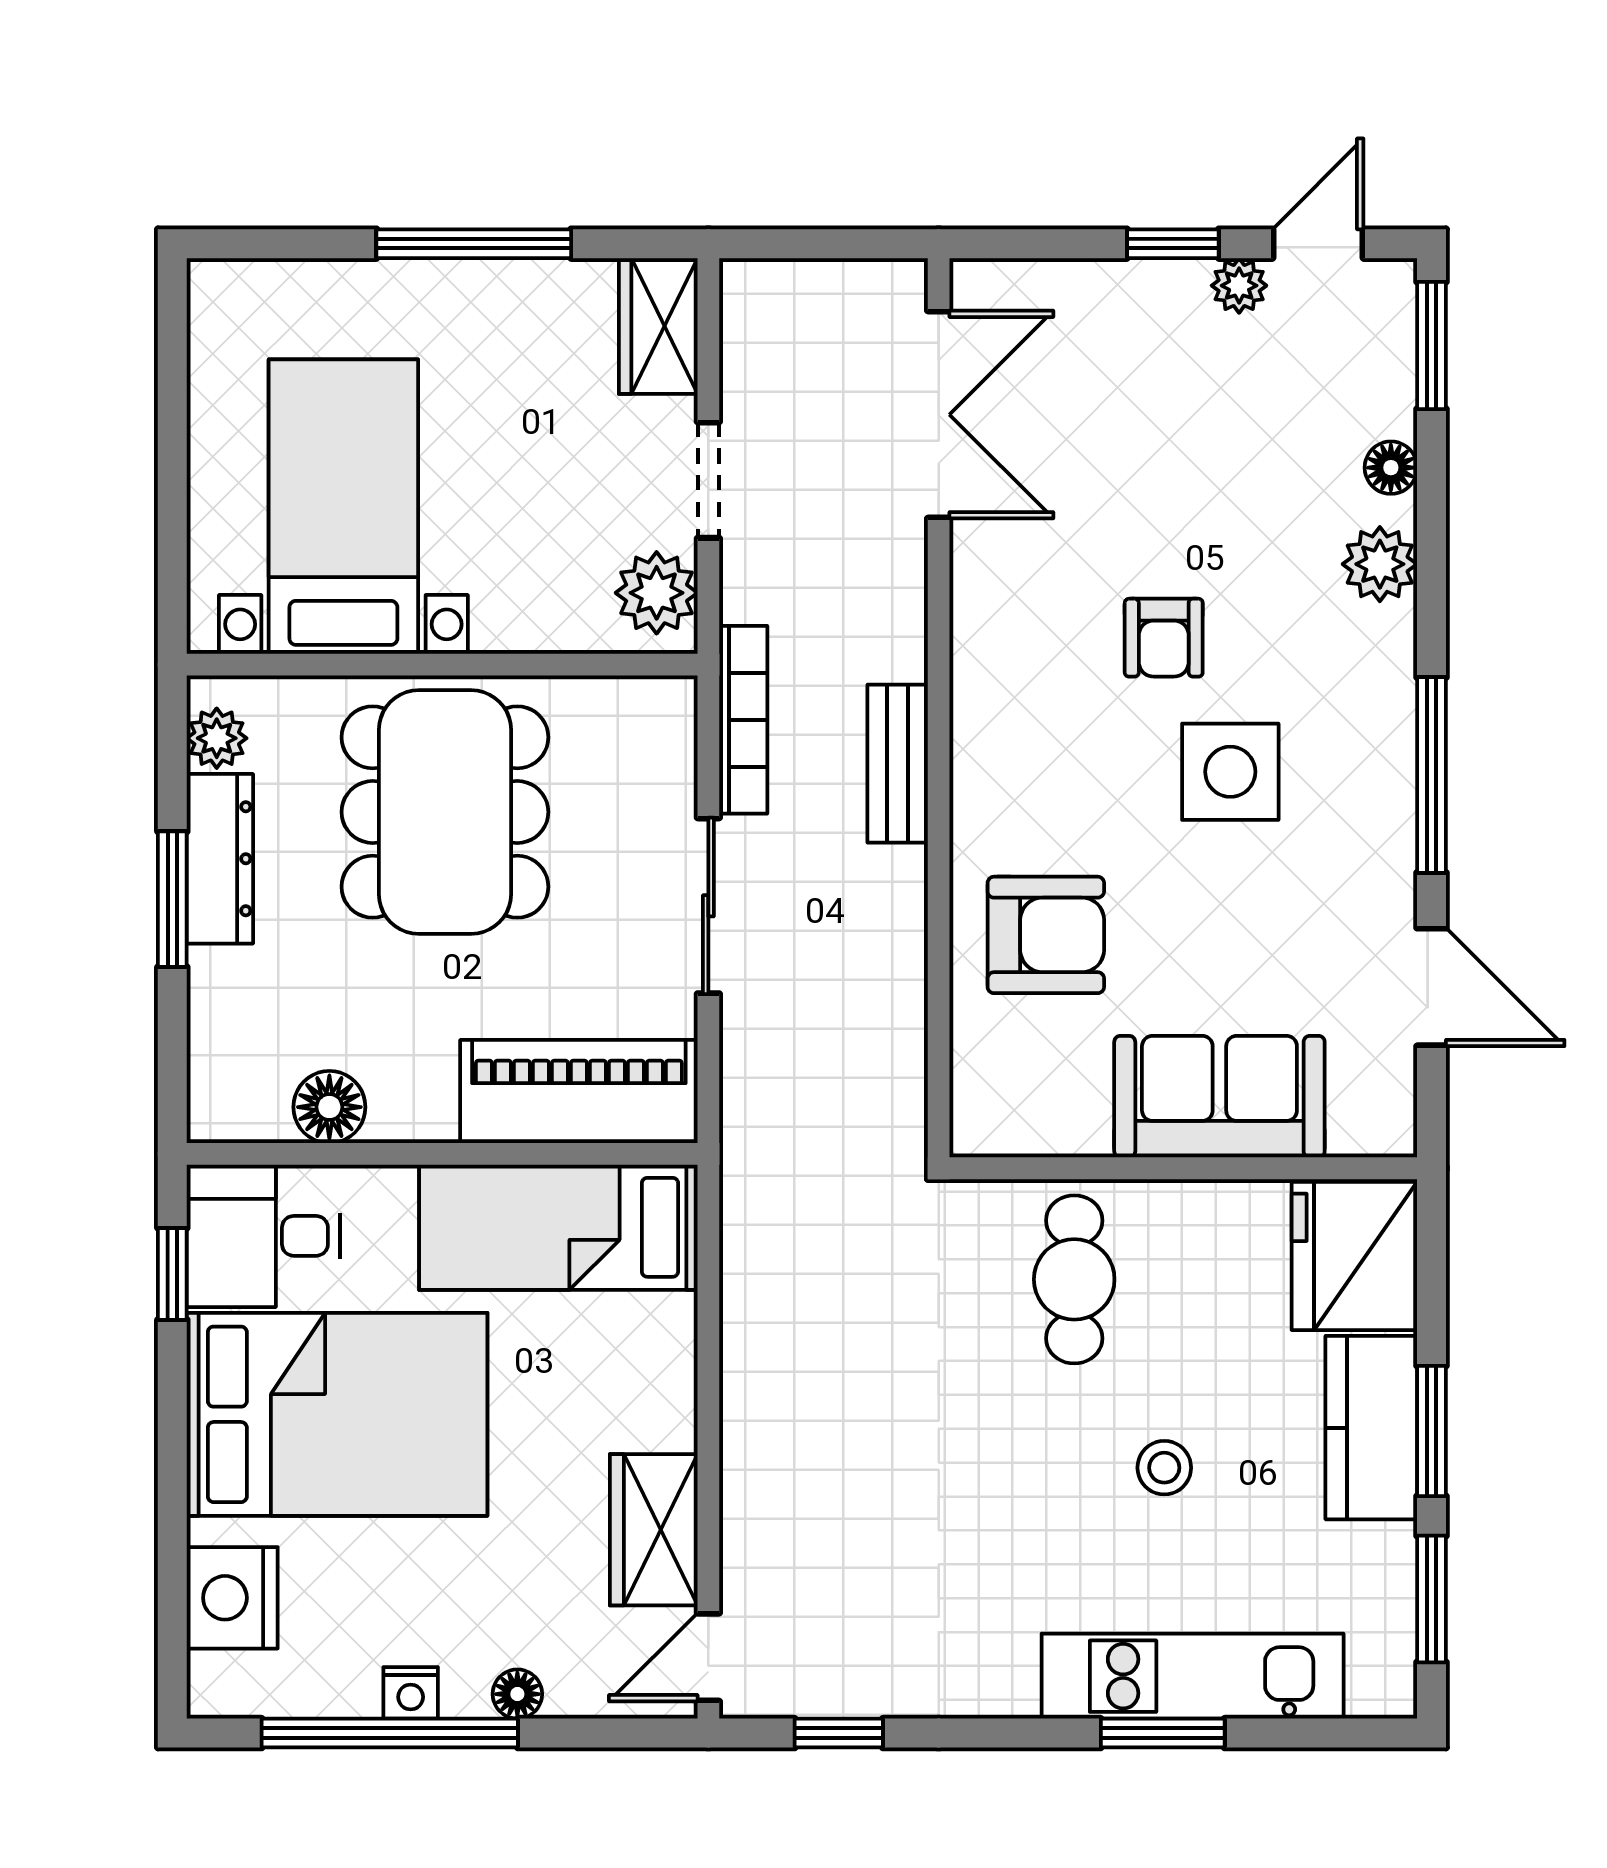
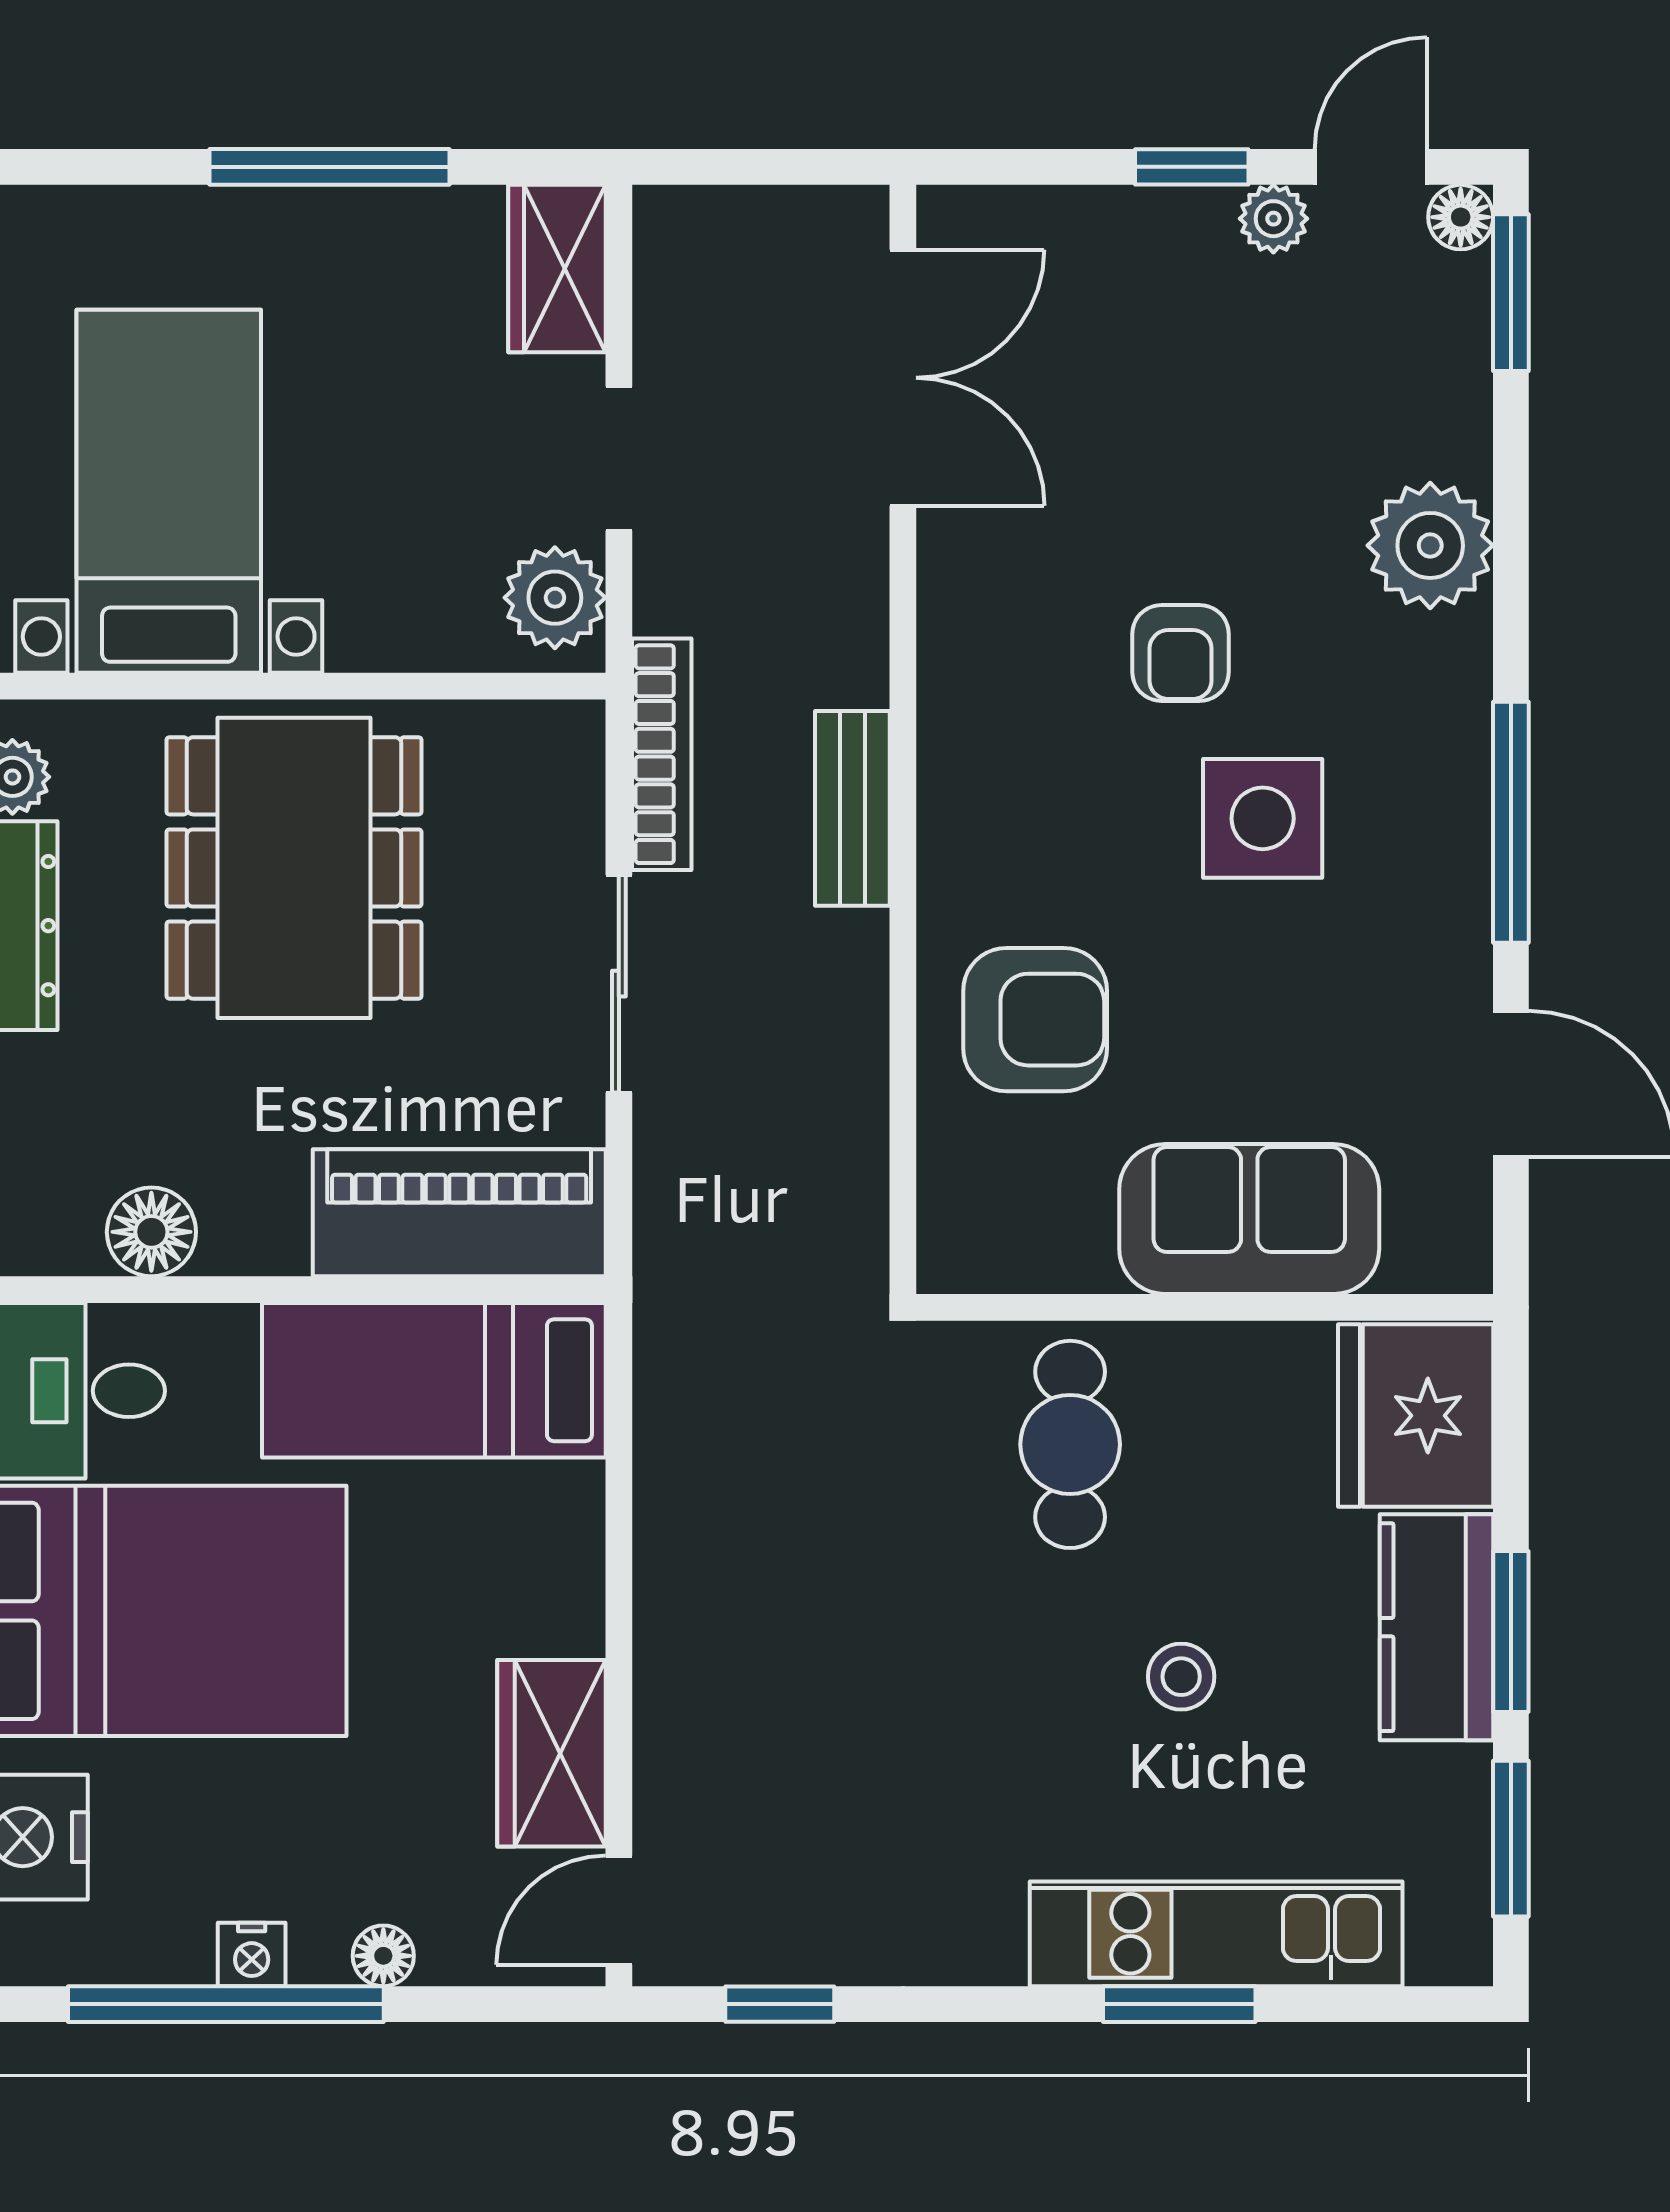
floor lamp: (1391, 468) -> (1461, 217), moved
plant: (1380, 564) -> (1430, 545), width x1.36, depth x1.36

